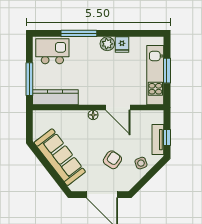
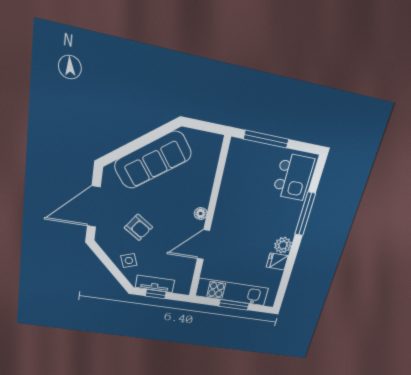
kitchen counter: (55, 97) -> (234, 169), removed

